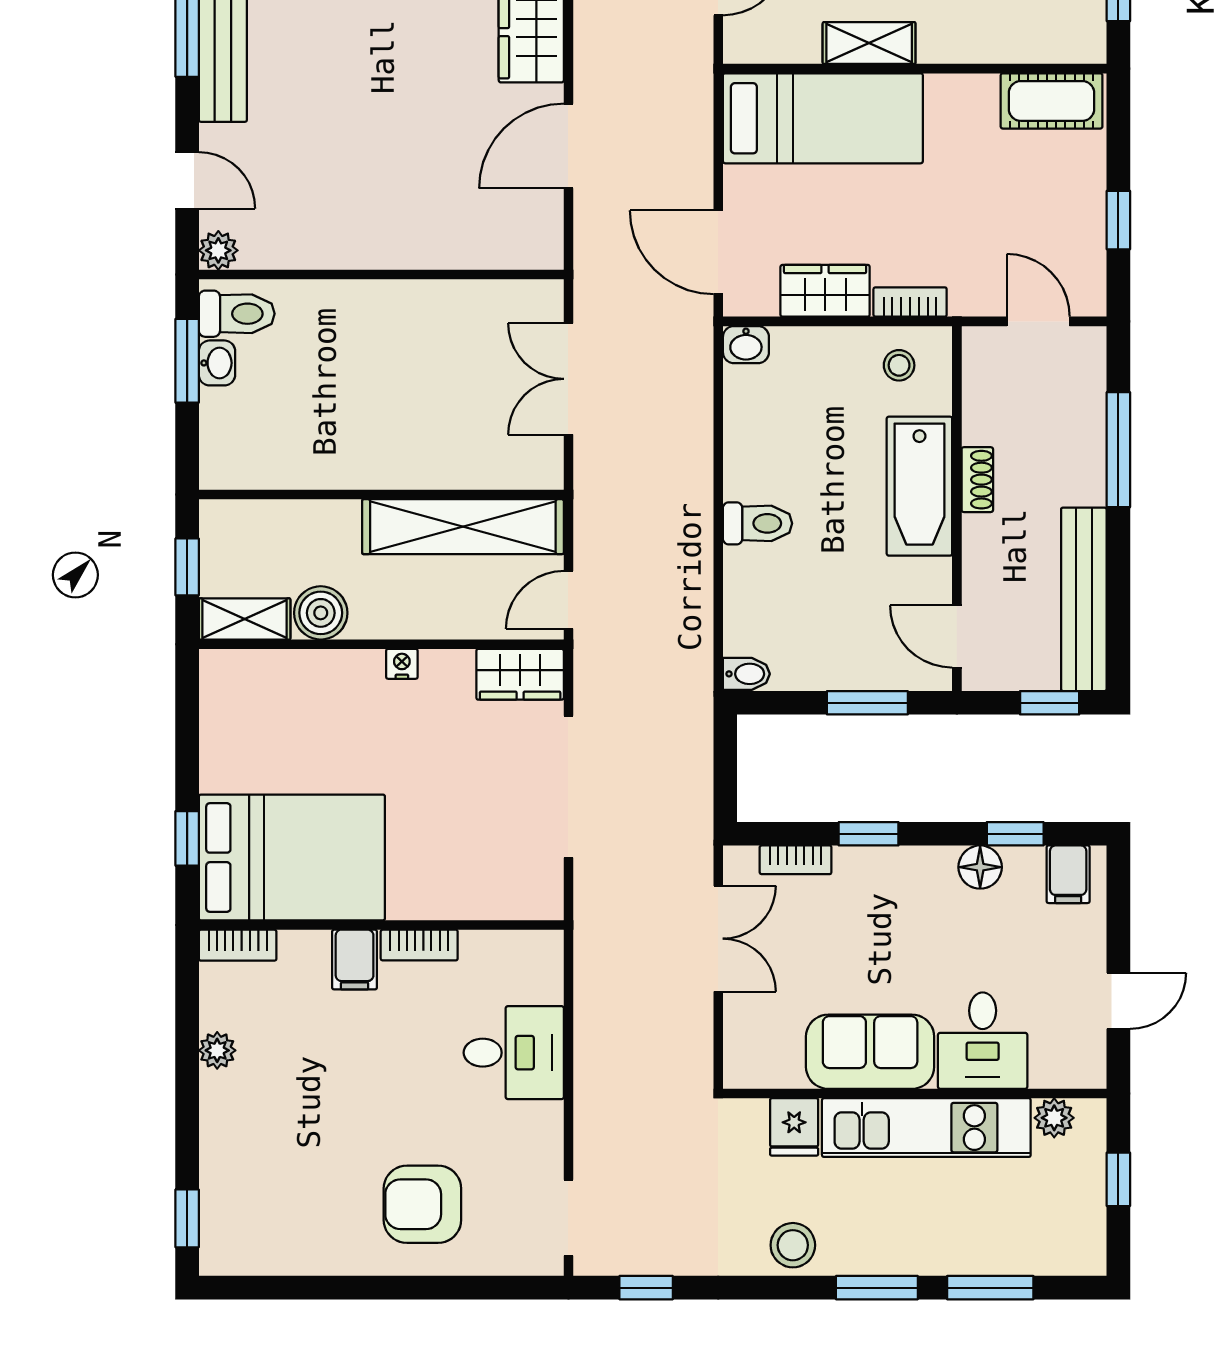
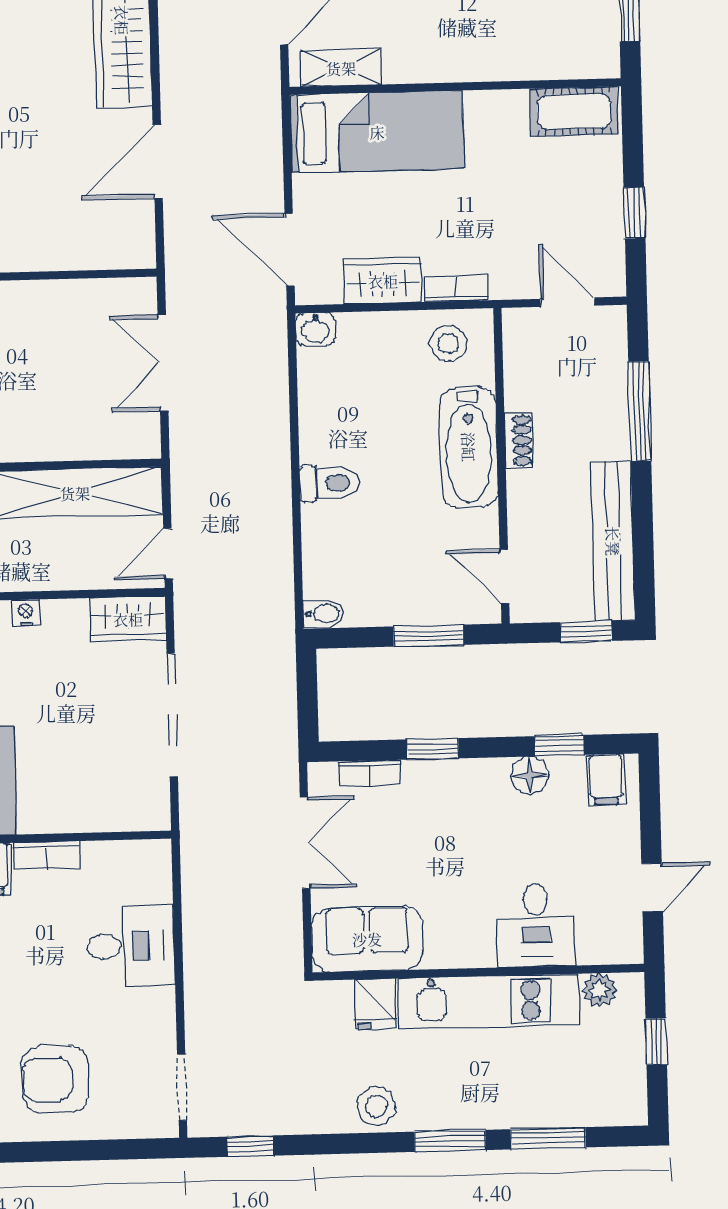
shelving: (869, 43) -> (341, 68), moved
stool: (899, 365) -> (448, 343), width x1.37, depth x1.37
sofa: (870, 1052) -> (367, 939), moved

